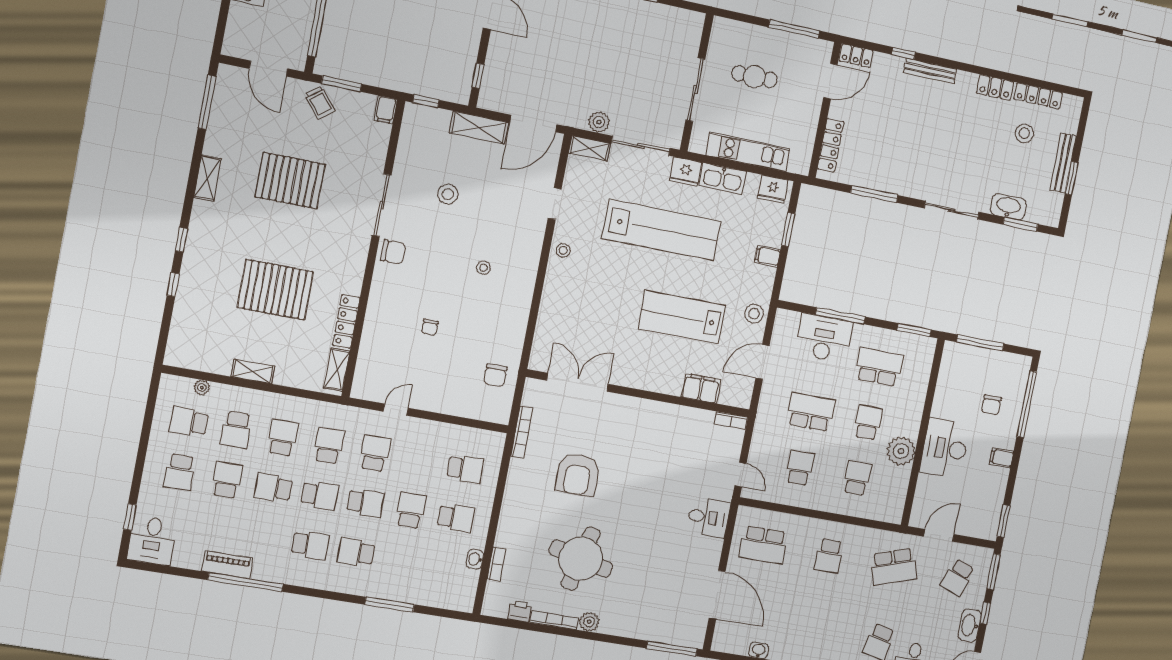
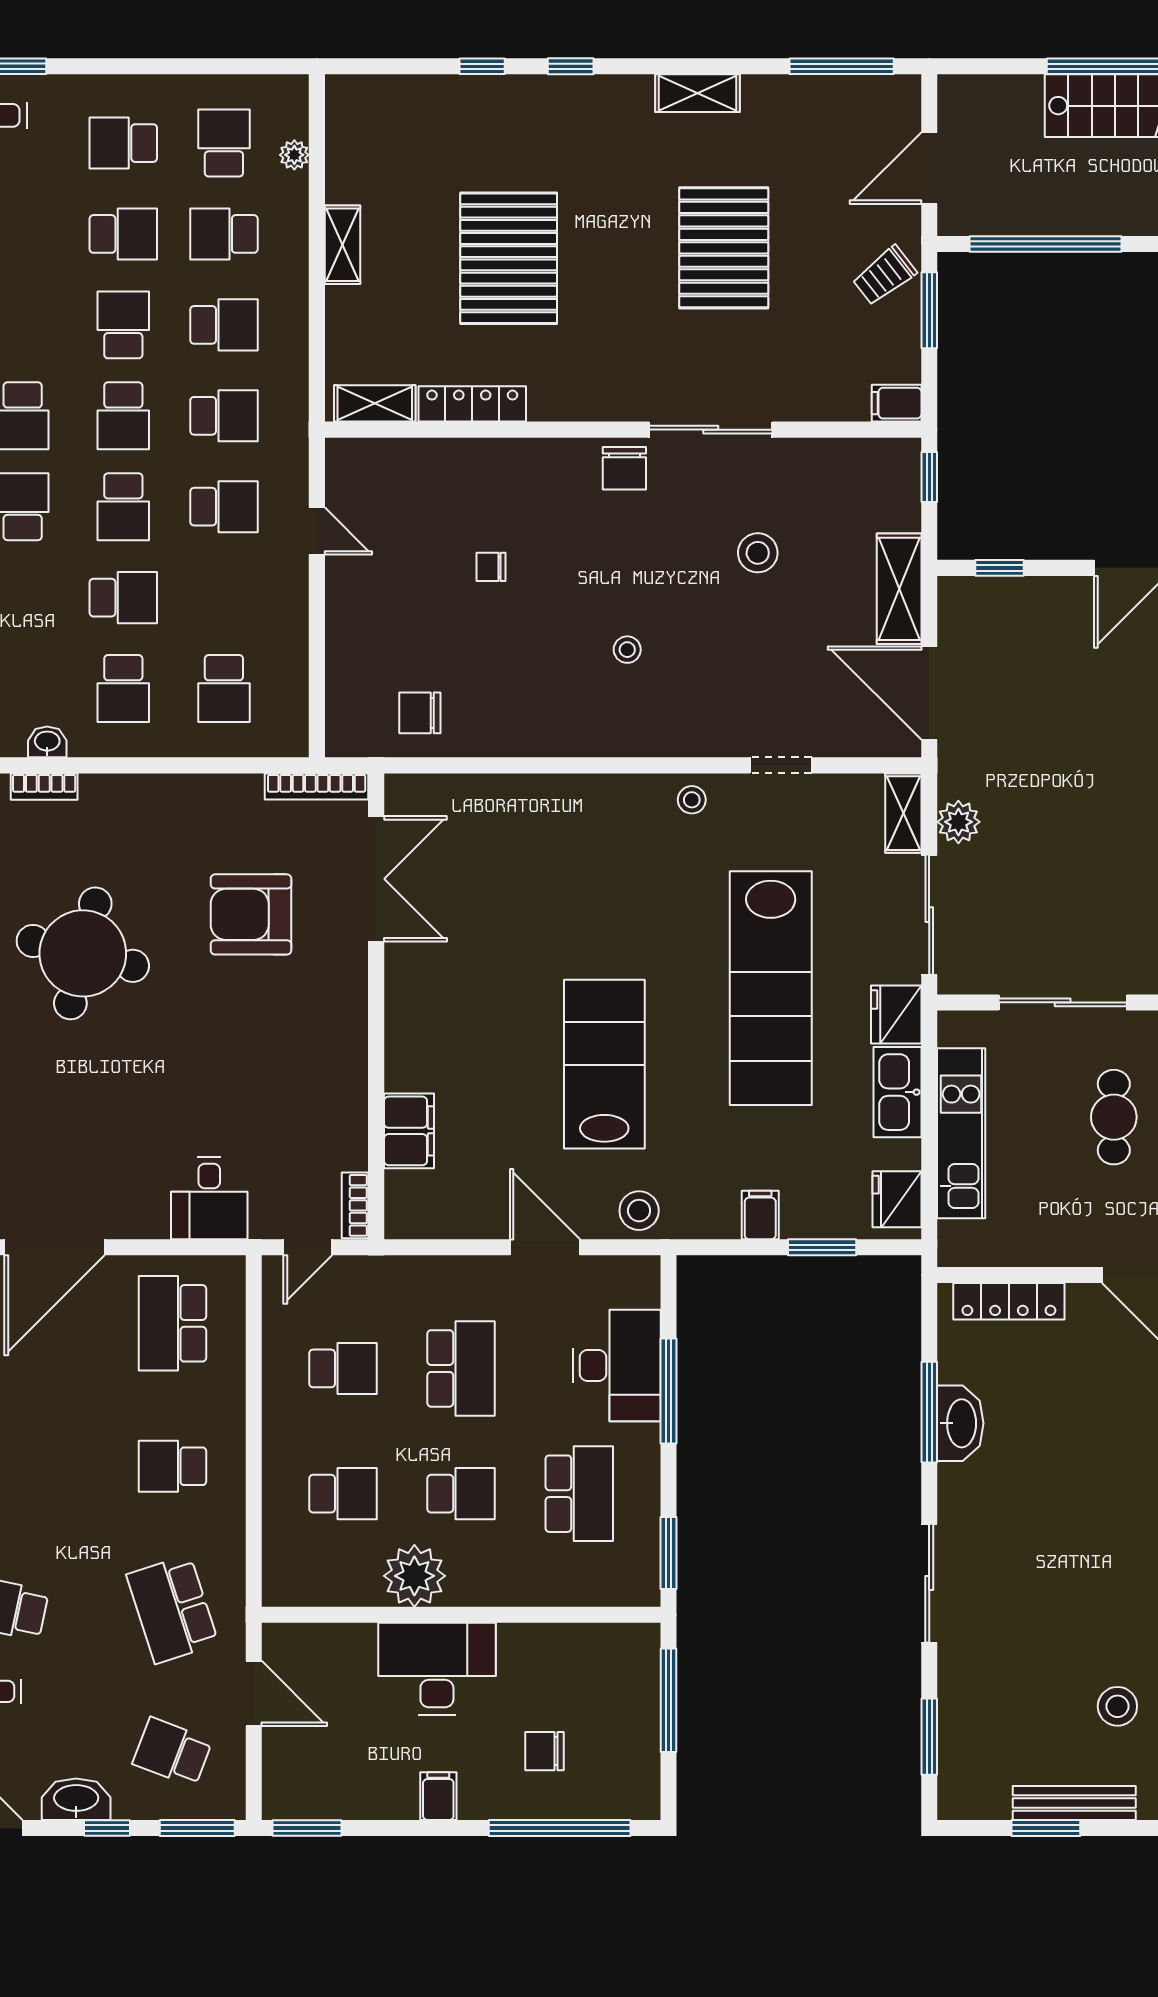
washbasin: (1008, 207) -> (960, 1423), moved
double door: (578, 382) -> (376, 879), moved
filing cabinet: (701, 388) -> (409, 1131), moved
wall: (639, 393) -> (376, 1006), moved
bookcase: (731, 420) -> (355, 1205), moved

